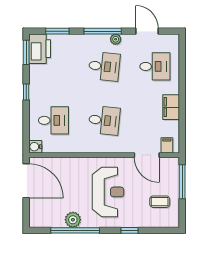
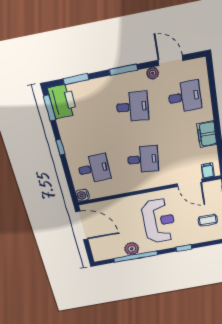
window: (103, 31) -> (123, 70), width x0.69
plant: (116, 39) -> (153, 73), moved

